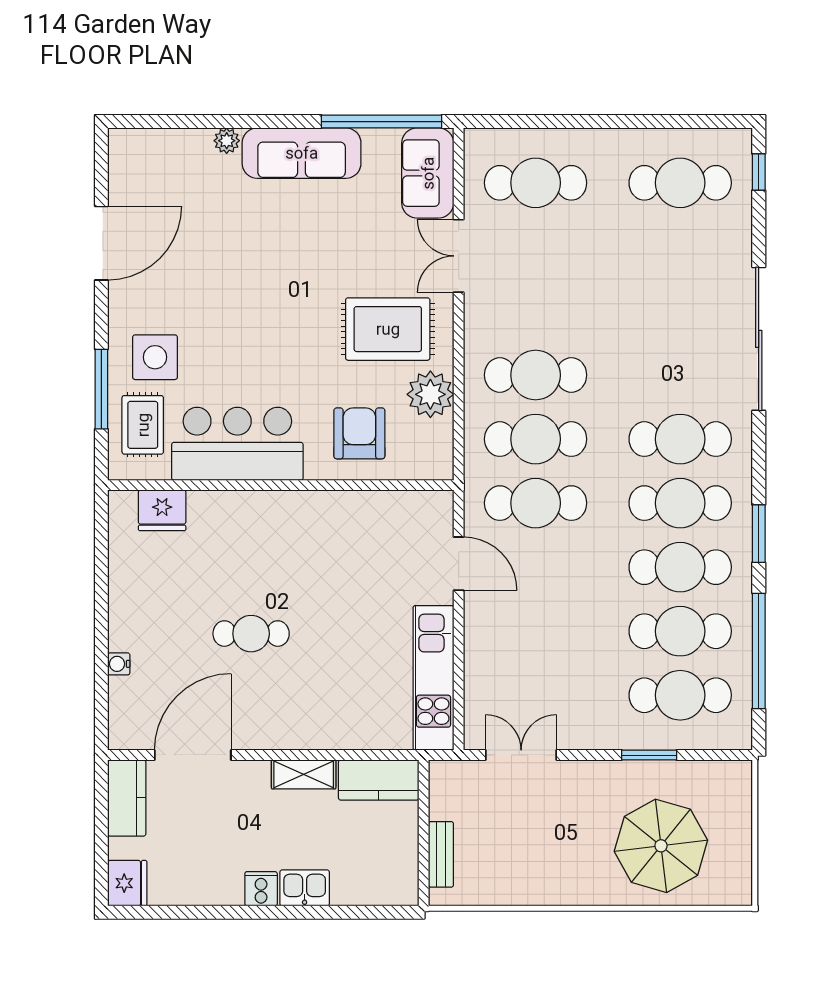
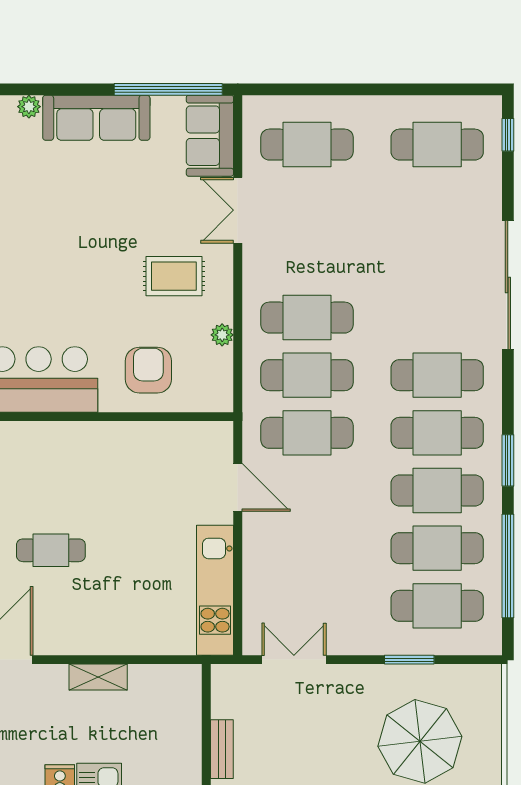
rug: (388, 329) -> (174, 276), width x0.73, depth x0.70
plant: (430, 394) -> (222, 335), width x0.53, depth x0.53
kitchen counter: (379, 780) -> (166, 682), removed

